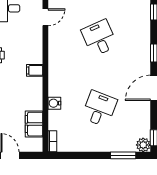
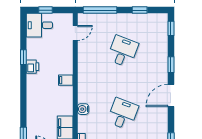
desk: (99, 38) -> (123, 51), turned 45

